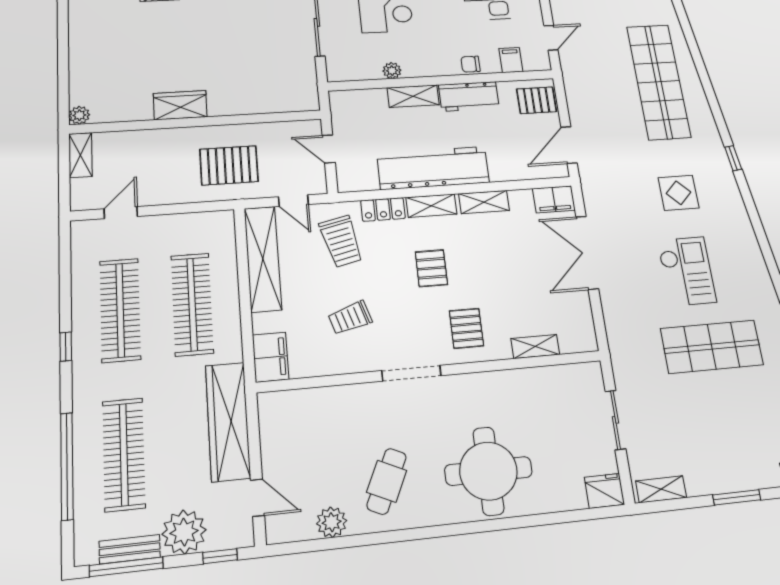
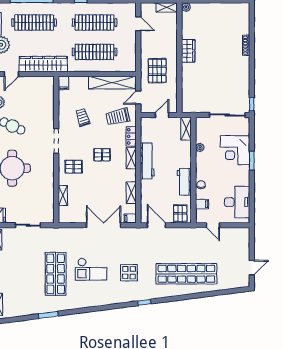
shelving: (413, 96) -> (186, 129), moved
workbench: (433, 168) -> (147, 161), width x0.73, depth x0.76
filing cabinet: (554, 199) -> (130, 219), width x0.50
shelving: (484, 202) -> (131, 193), moved
filing cabinet: (271, 357) -> (63, 83), width x0.50

